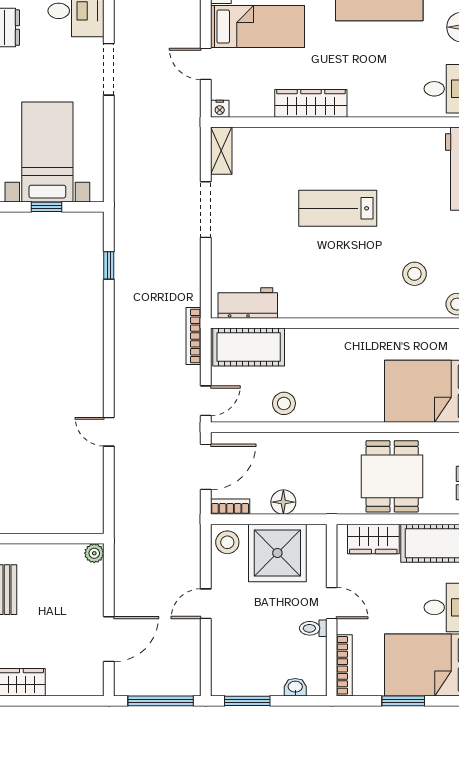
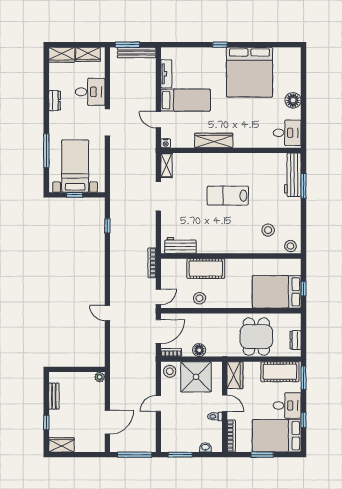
cot: (249, 347) -> (206, 269), moved
wardrobe: (373, 539) -> (235, 375), moved, turned -90

